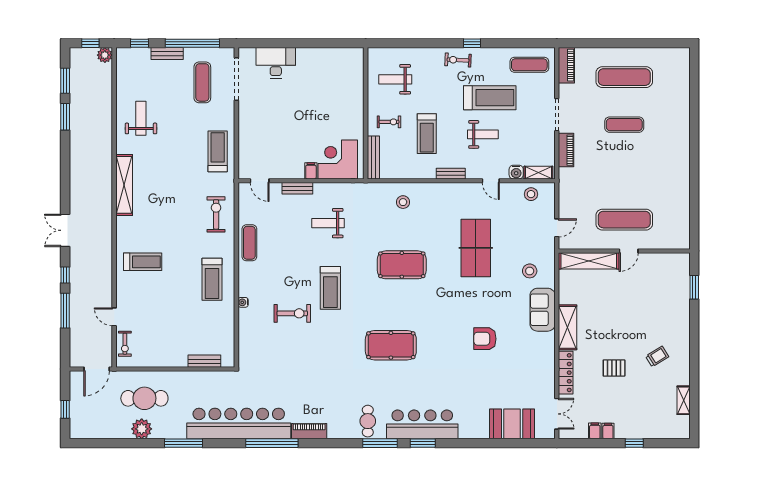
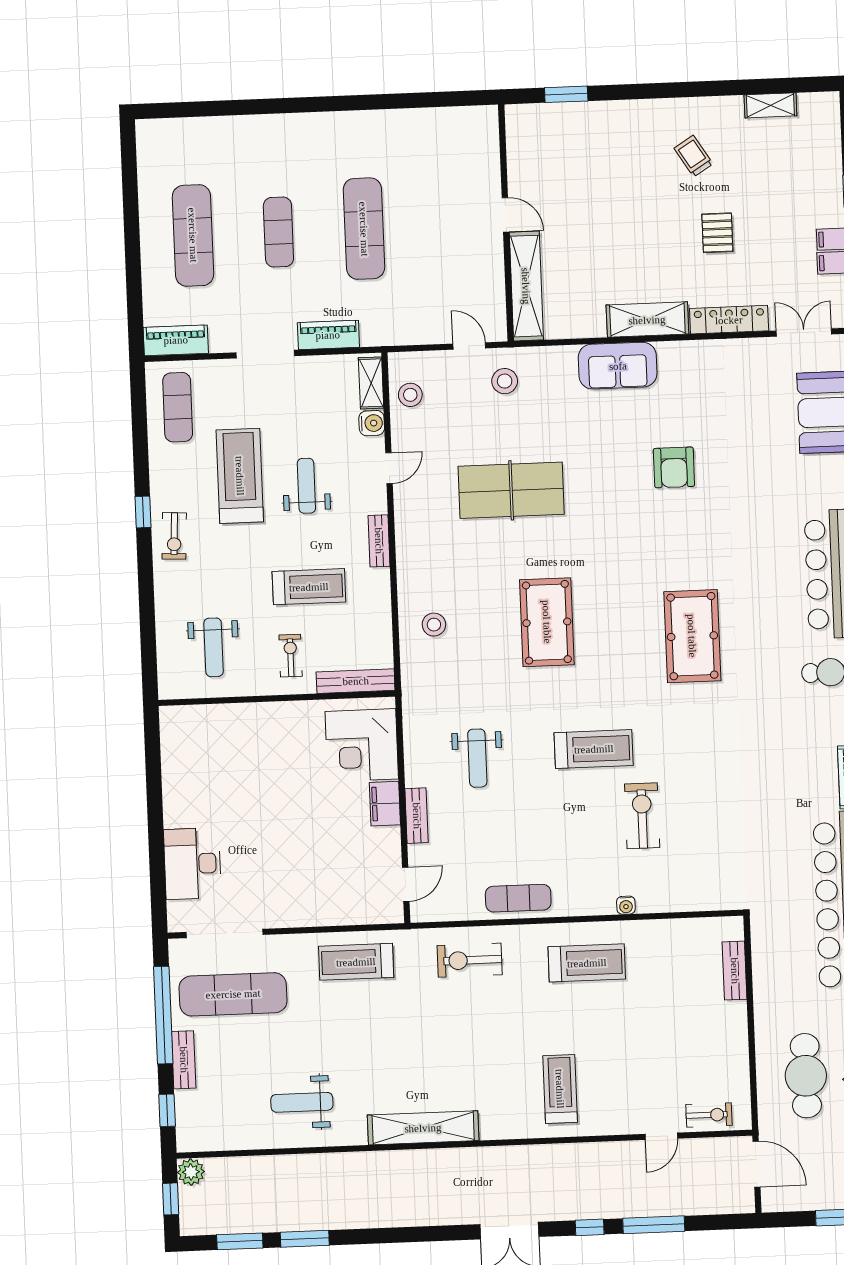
exercise mat: (202, 82) -> (233, 994), width x1.36, depth x1.45
filing cabinet: (311, 171) -> (385, 804), width x2.00
exercise mat: (624, 220) -> (364, 229), moved
stool: (530, 271) -> (505, 381), moved

